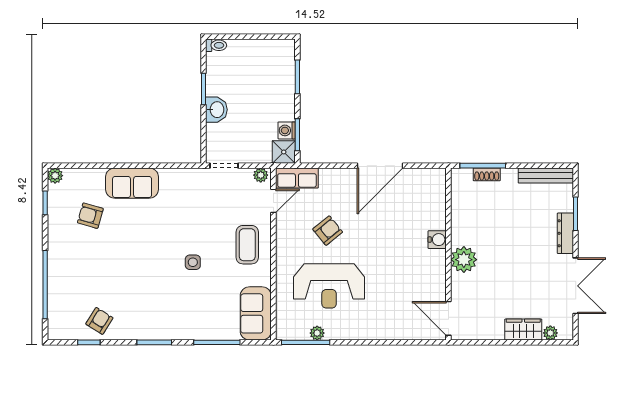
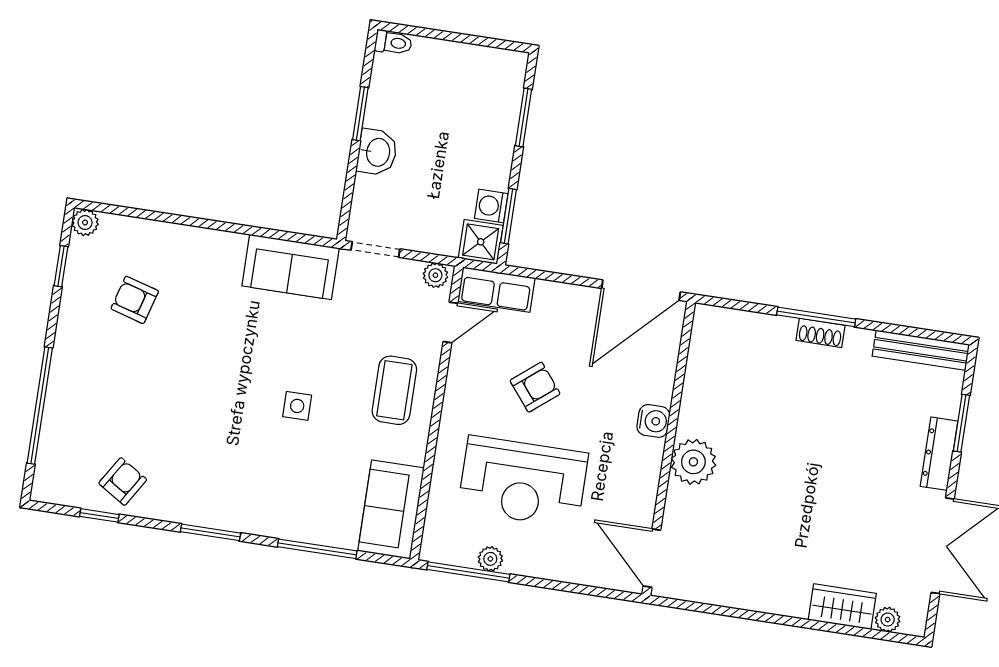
sofa: (132, 183) -> (291, 267), moved
water cooler: (437, 240) -> (653, 421), moved
wall: (448, 254) -> (669, 448), moved
plant: (464, 260) -> (693, 462), moved
door: (448, 318) -> (652, 558), moved

